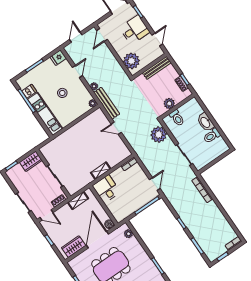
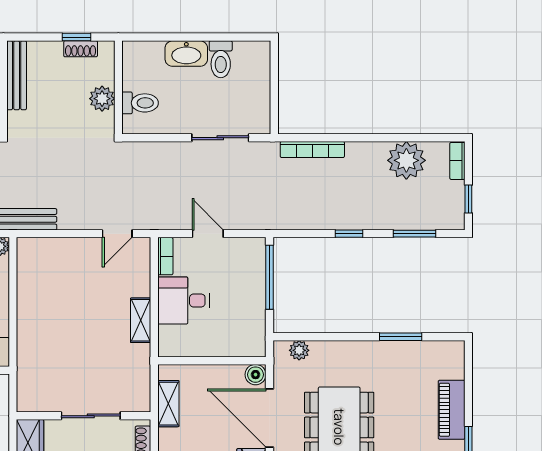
door: (116, 128) -> (117, 234), moved
plant: (159, 135) -> (406, 160), moved
door: (155, 184) -> (208, 234), moved
desk: (106, 189) -> (183, 300), moved

